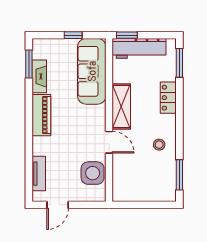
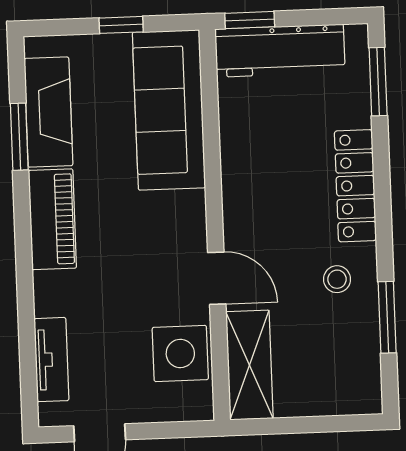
window: (29, 64) -> (19, 137), moved
fireplace: (39, 76) -> (48, 112), width x1.37, depth x1.32
locker: (168, 98) -> (355, 186), width x1.53
shelving: (121, 106) -> (249, 365), moved
window: (179, 175) -> (387, 317), moved

